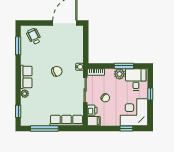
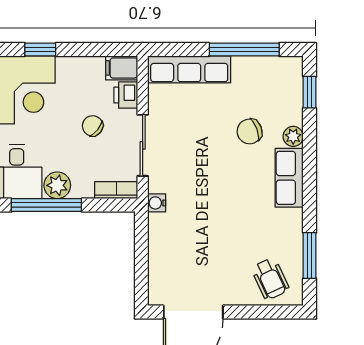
window: (124, 66) -> (46, 205), width x1.44
chair: (57, 71) -> (250, 131), moved

